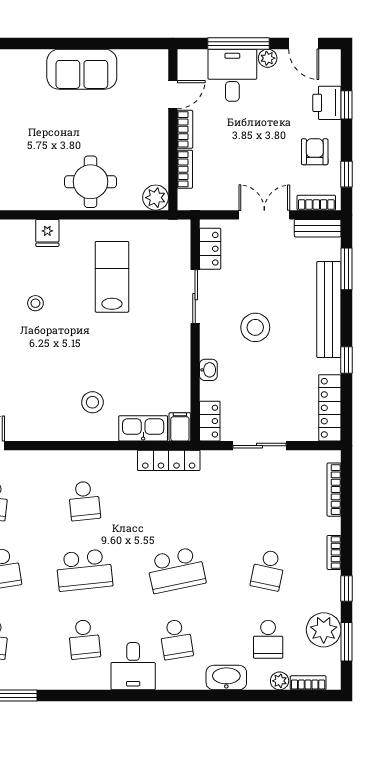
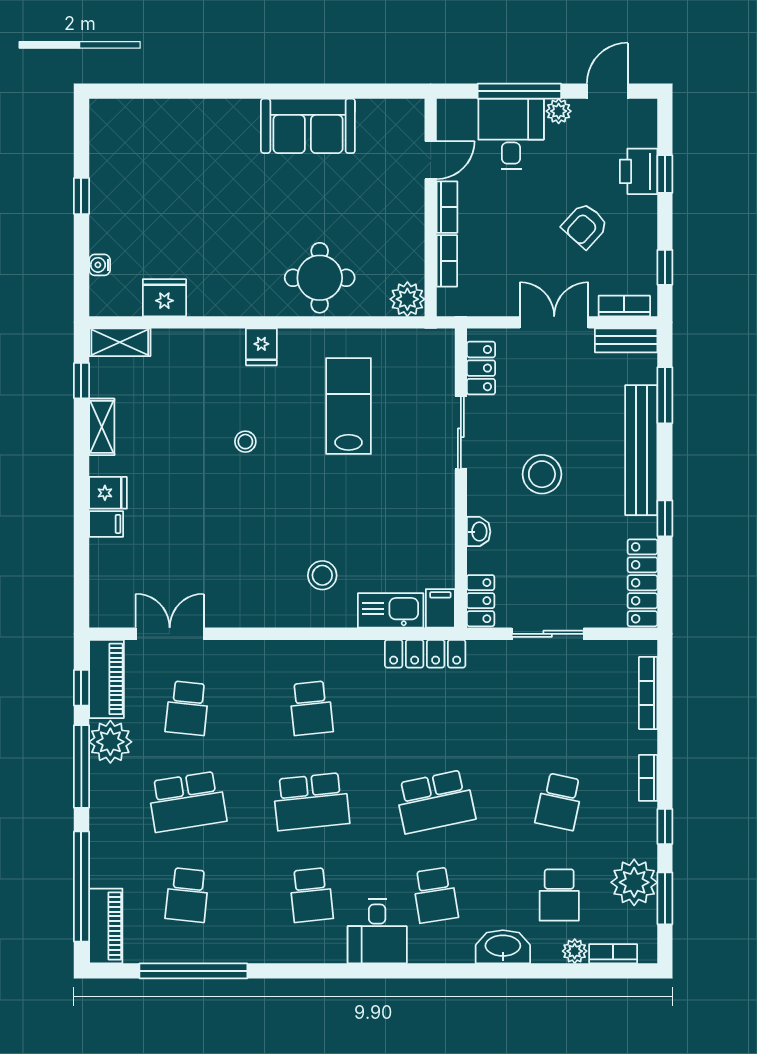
door: (304, 43) -> (607, 91), swing flipped
armchair: (315, 152) -> (585, 226), moved, turned -138

